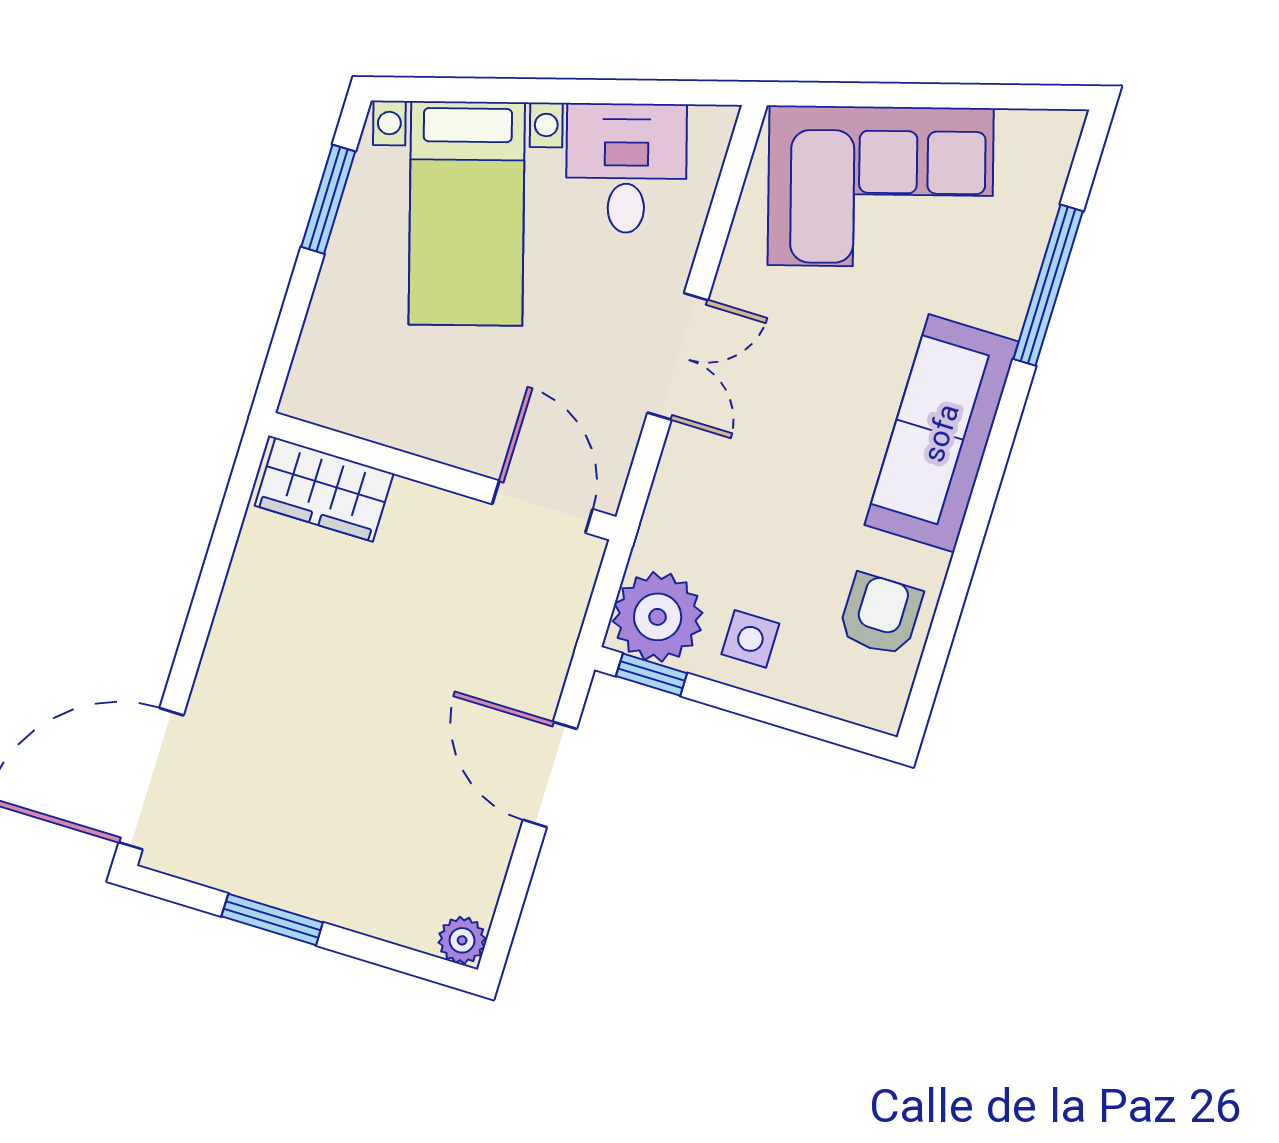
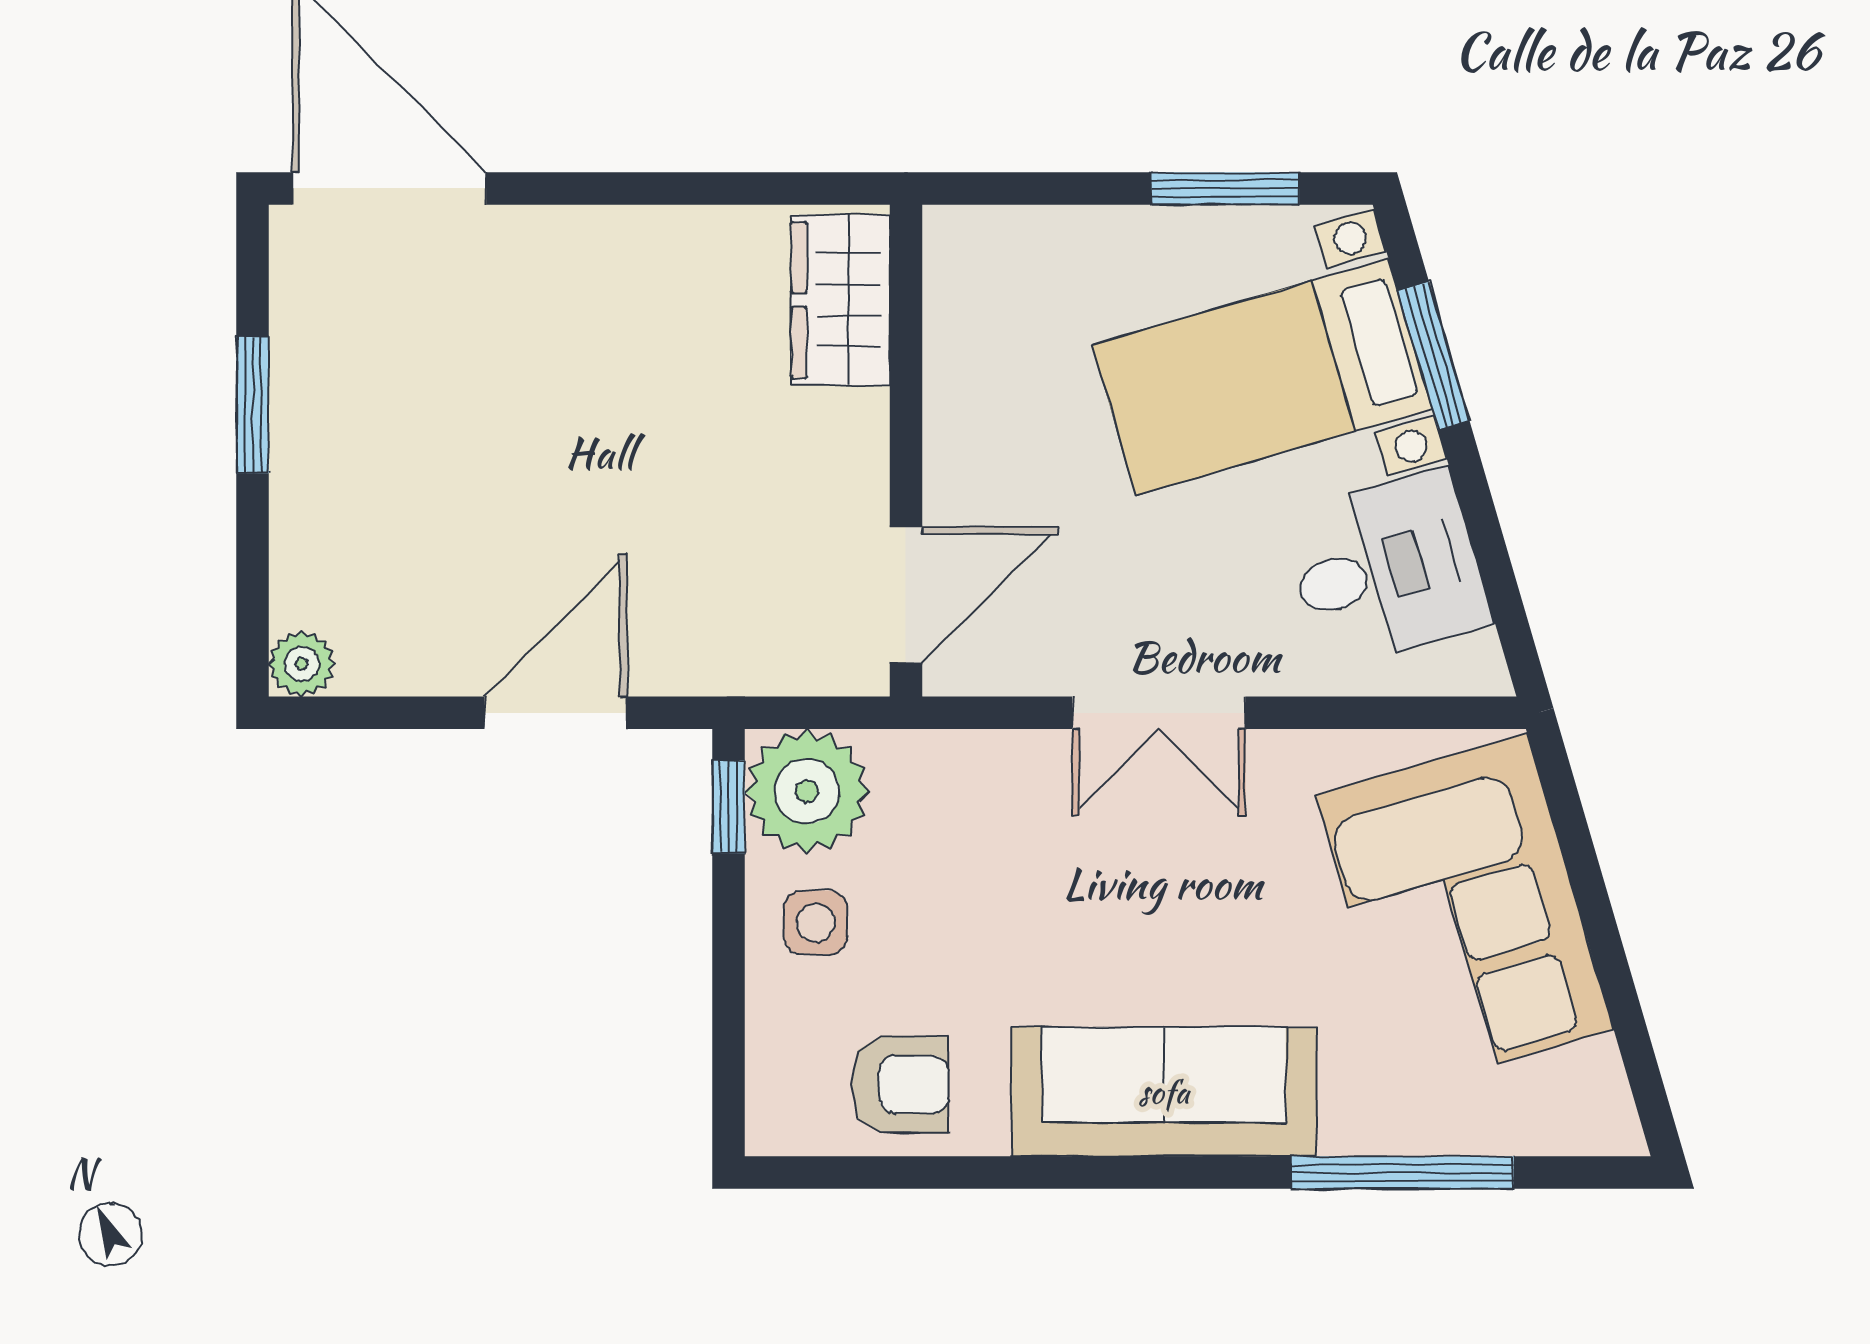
window: (488, 90) -> (1434, 356), added

